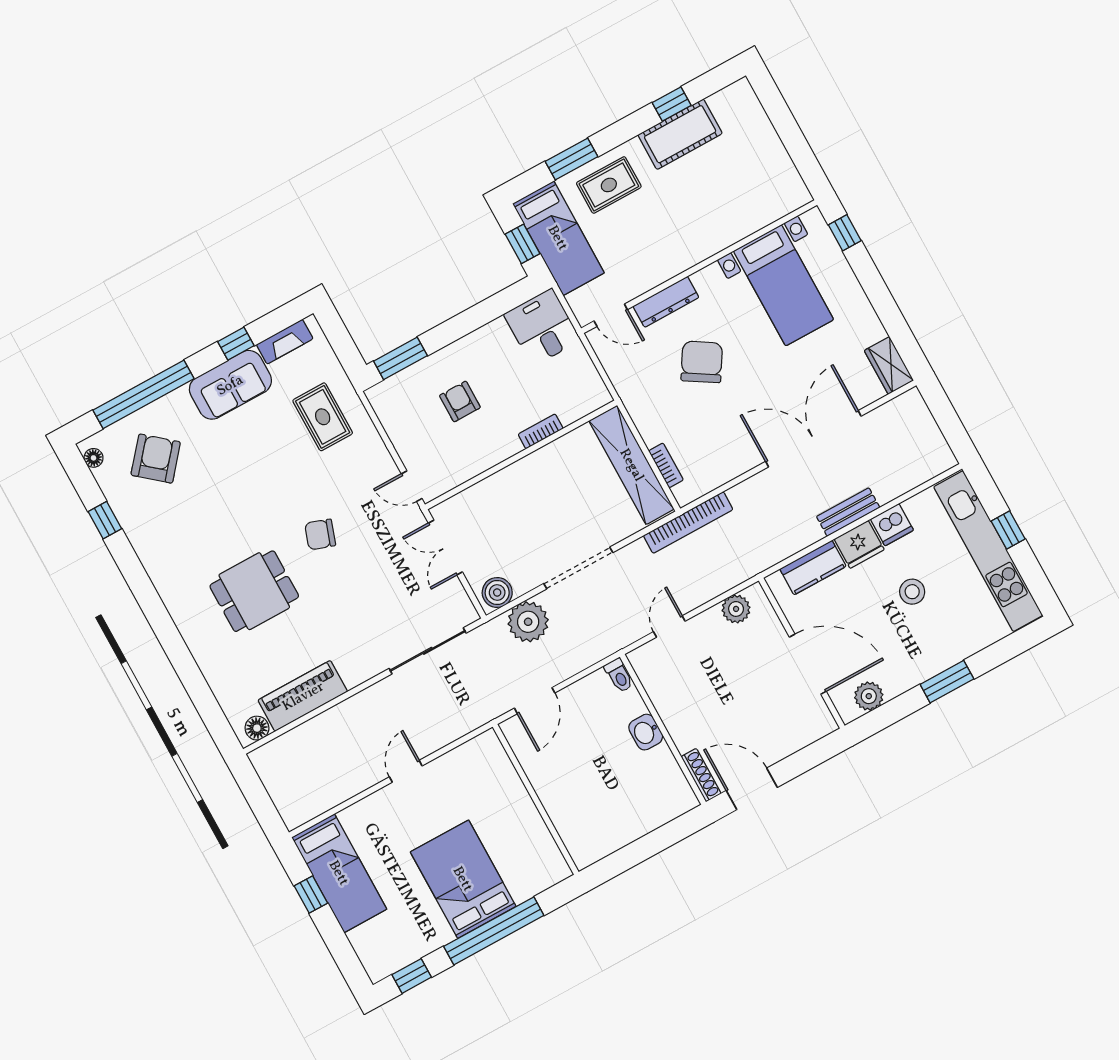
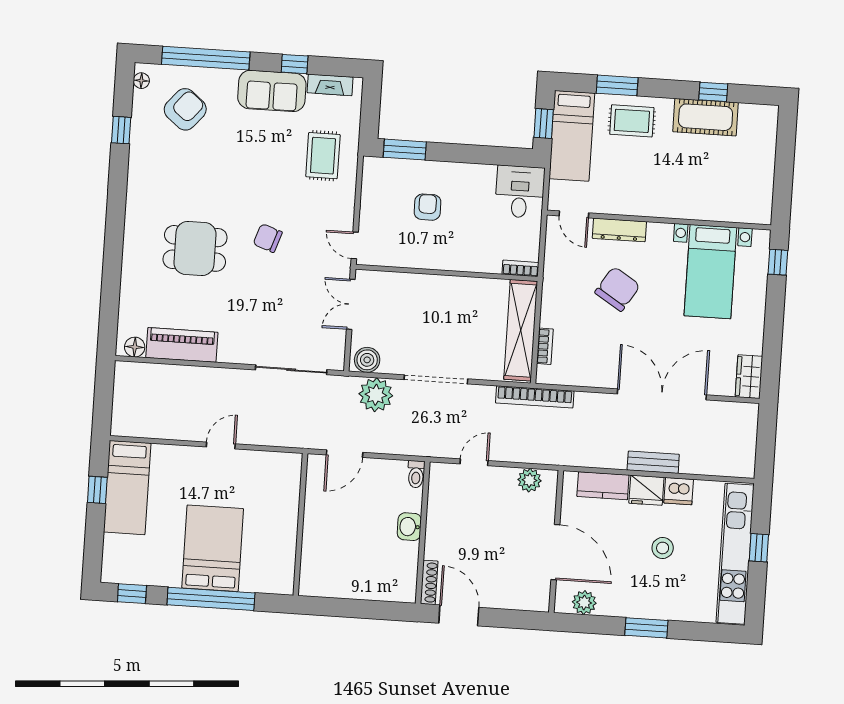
bookcase: (541, 431) -> (520, 268), moved

